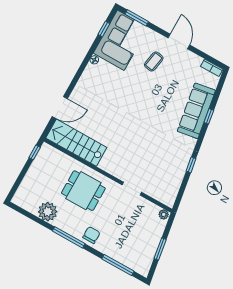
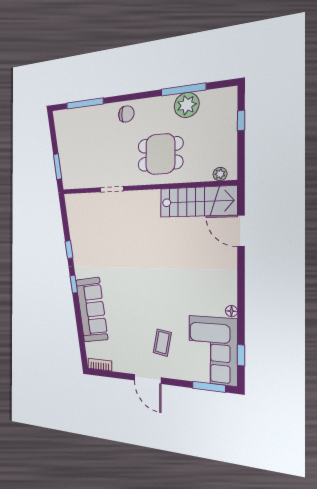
door: (60, 108) -> (241, 231), hinge flipped
window: (209, 116) -> (74, 284), moved
window: (35, 152) -> (241, 120), moved
plant: (164, 214) -> (220, 174), moved
chair: (91, 235) -> (126, 114), turned -90
window: (69, 237) -> (183, 90), moved
window: (160, 249) -> (58, 167), moved

